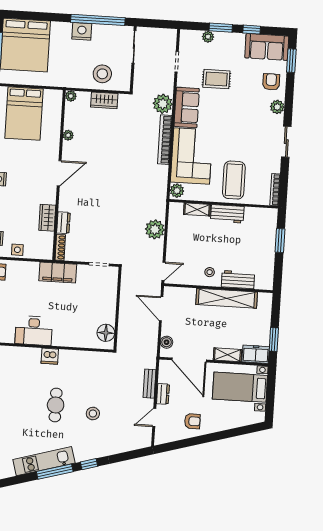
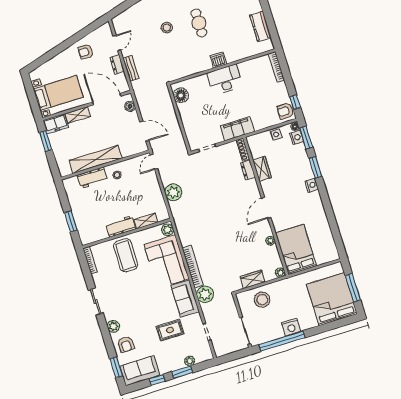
bed: (24, 114) -> (296, 250), moved
desk: (34, 331) -> (225, 80), moved

